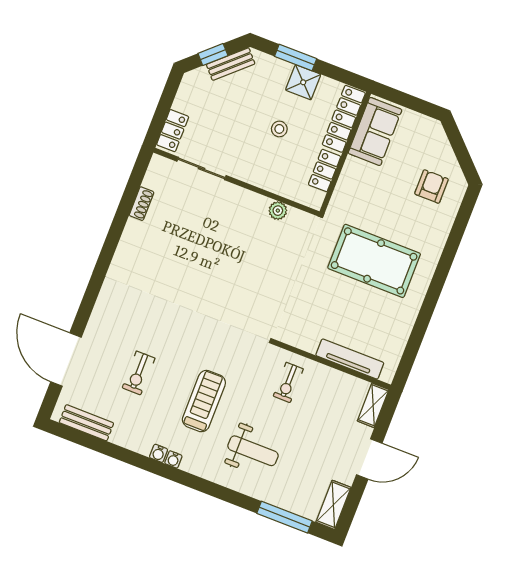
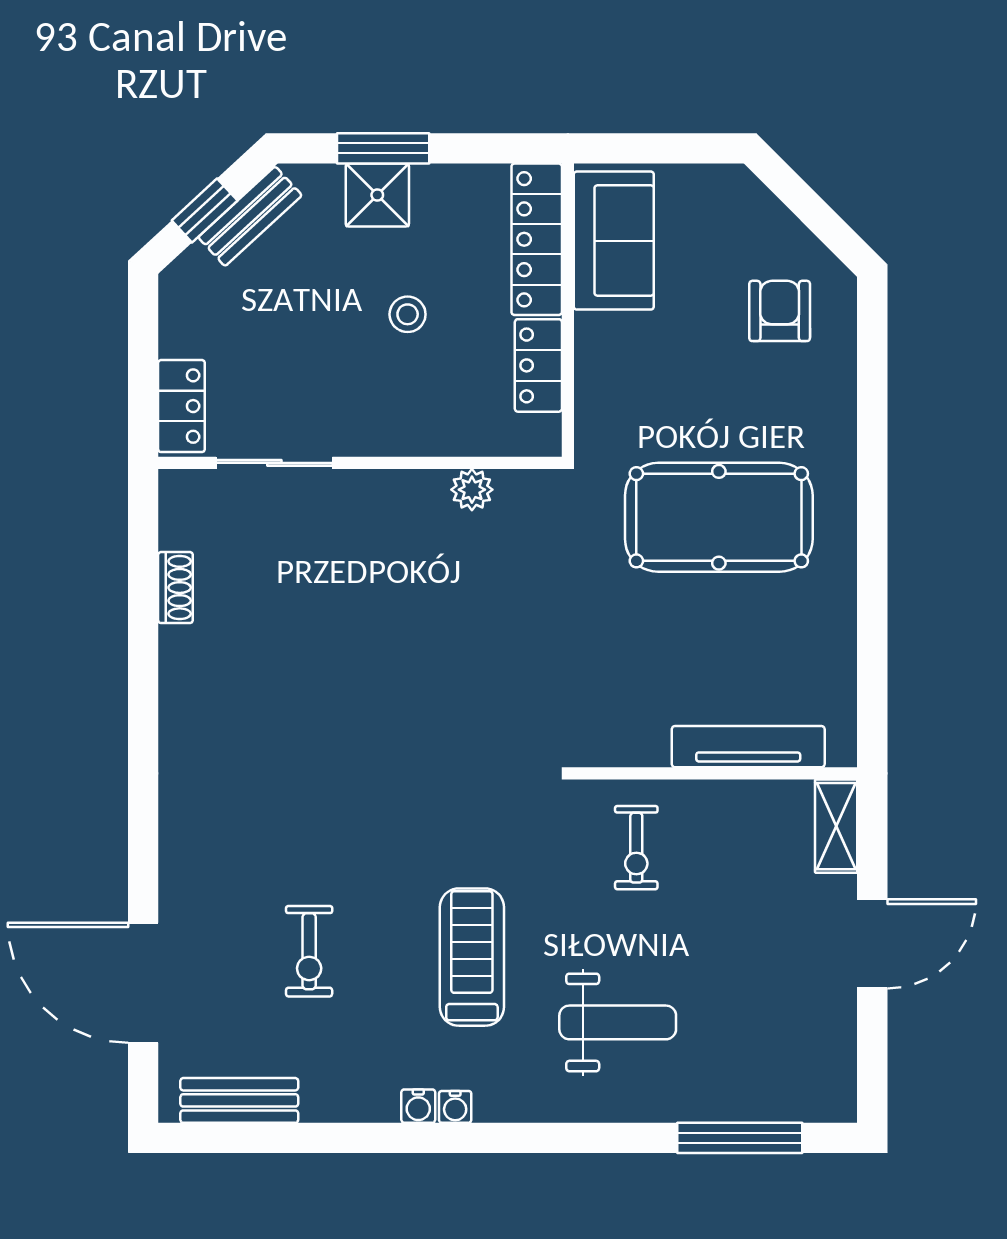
shower: (303, 82) -> (377, 195), moved
shelving: (333, 505) -> (834, 1071), removed

